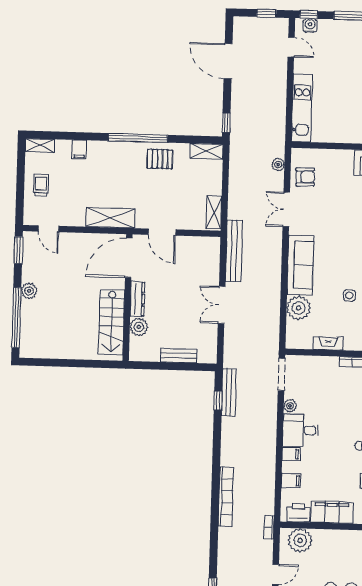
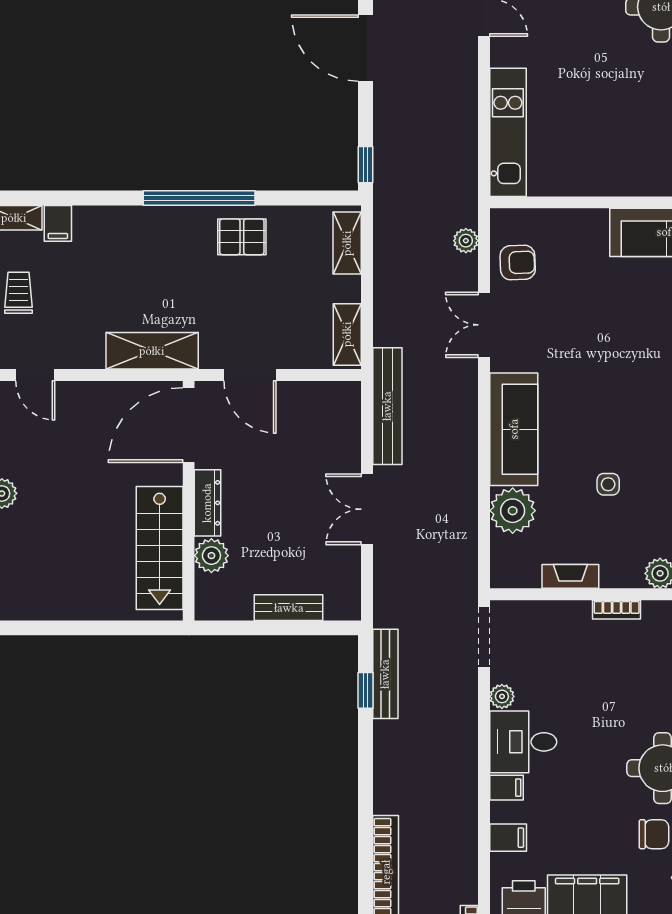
filing cabinet: (79, 150) -> (58, 223), moved
shelving: (207, 151) -> (347, 243), moved, turned 90

